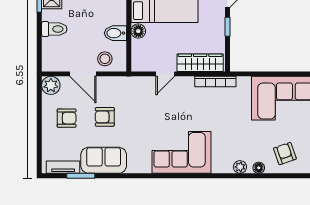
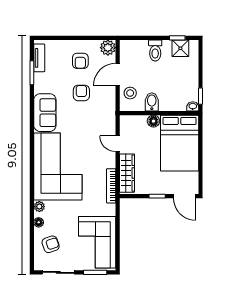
corner sofa: (182, 152) -> (58, 166), width x1.36, depth x1.36
sofa: (104, 160) -> (45, 113), moved

